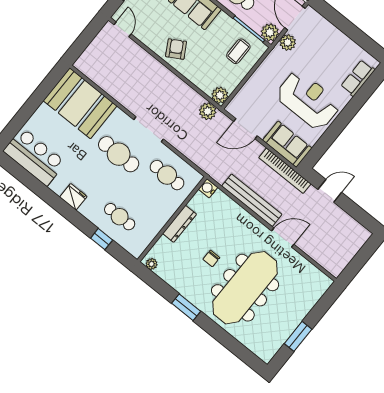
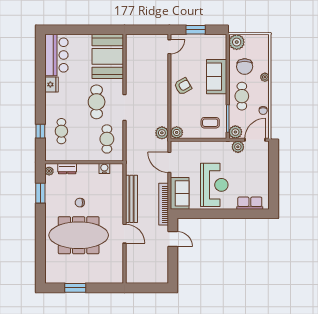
water cooler: (208, 188) -> (104, 168), moved
fridge: (73, 197) -> (51, 84), moved
dresser: (180, 224) -> (67, 169), moved, width x0.70
window: (186, 307) -> (40, 193), moved

